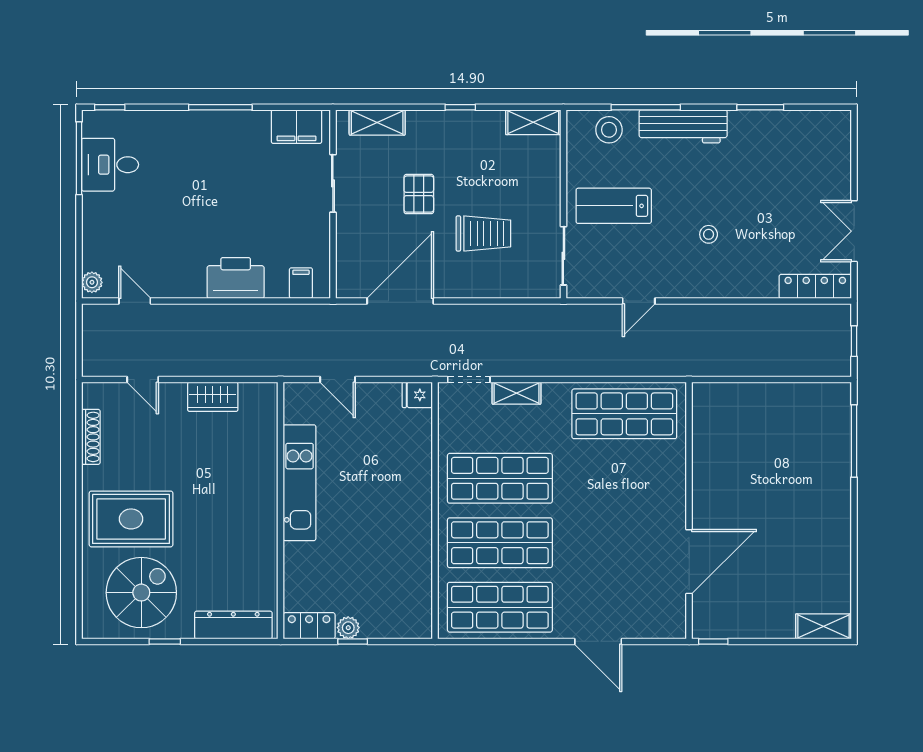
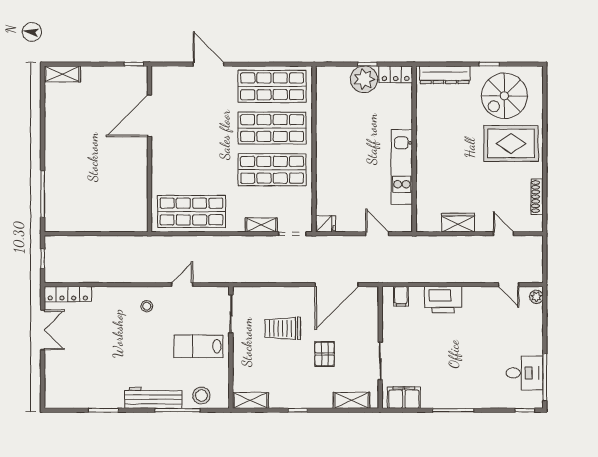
lab bench: (614, 206) -> (198, 346), turned 180
stool: (709, 234) -> (147, 306), moved
plant: (348, 628) -> (364, 79), width x1.88, depth x1.88

